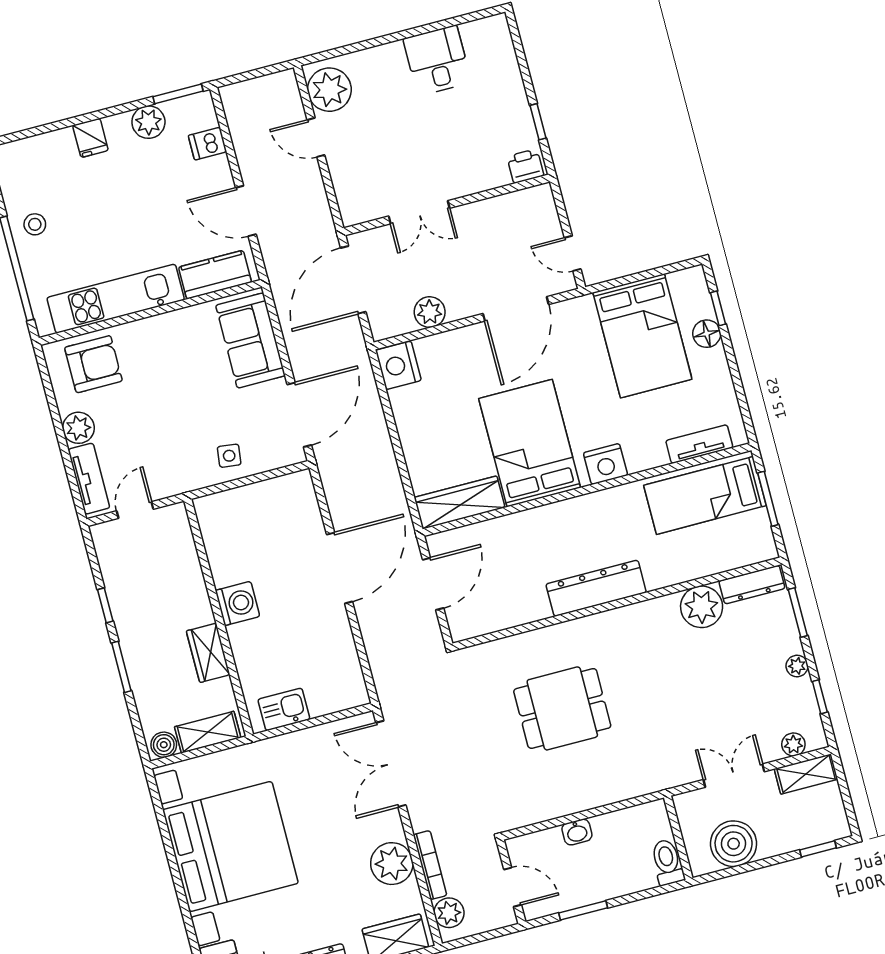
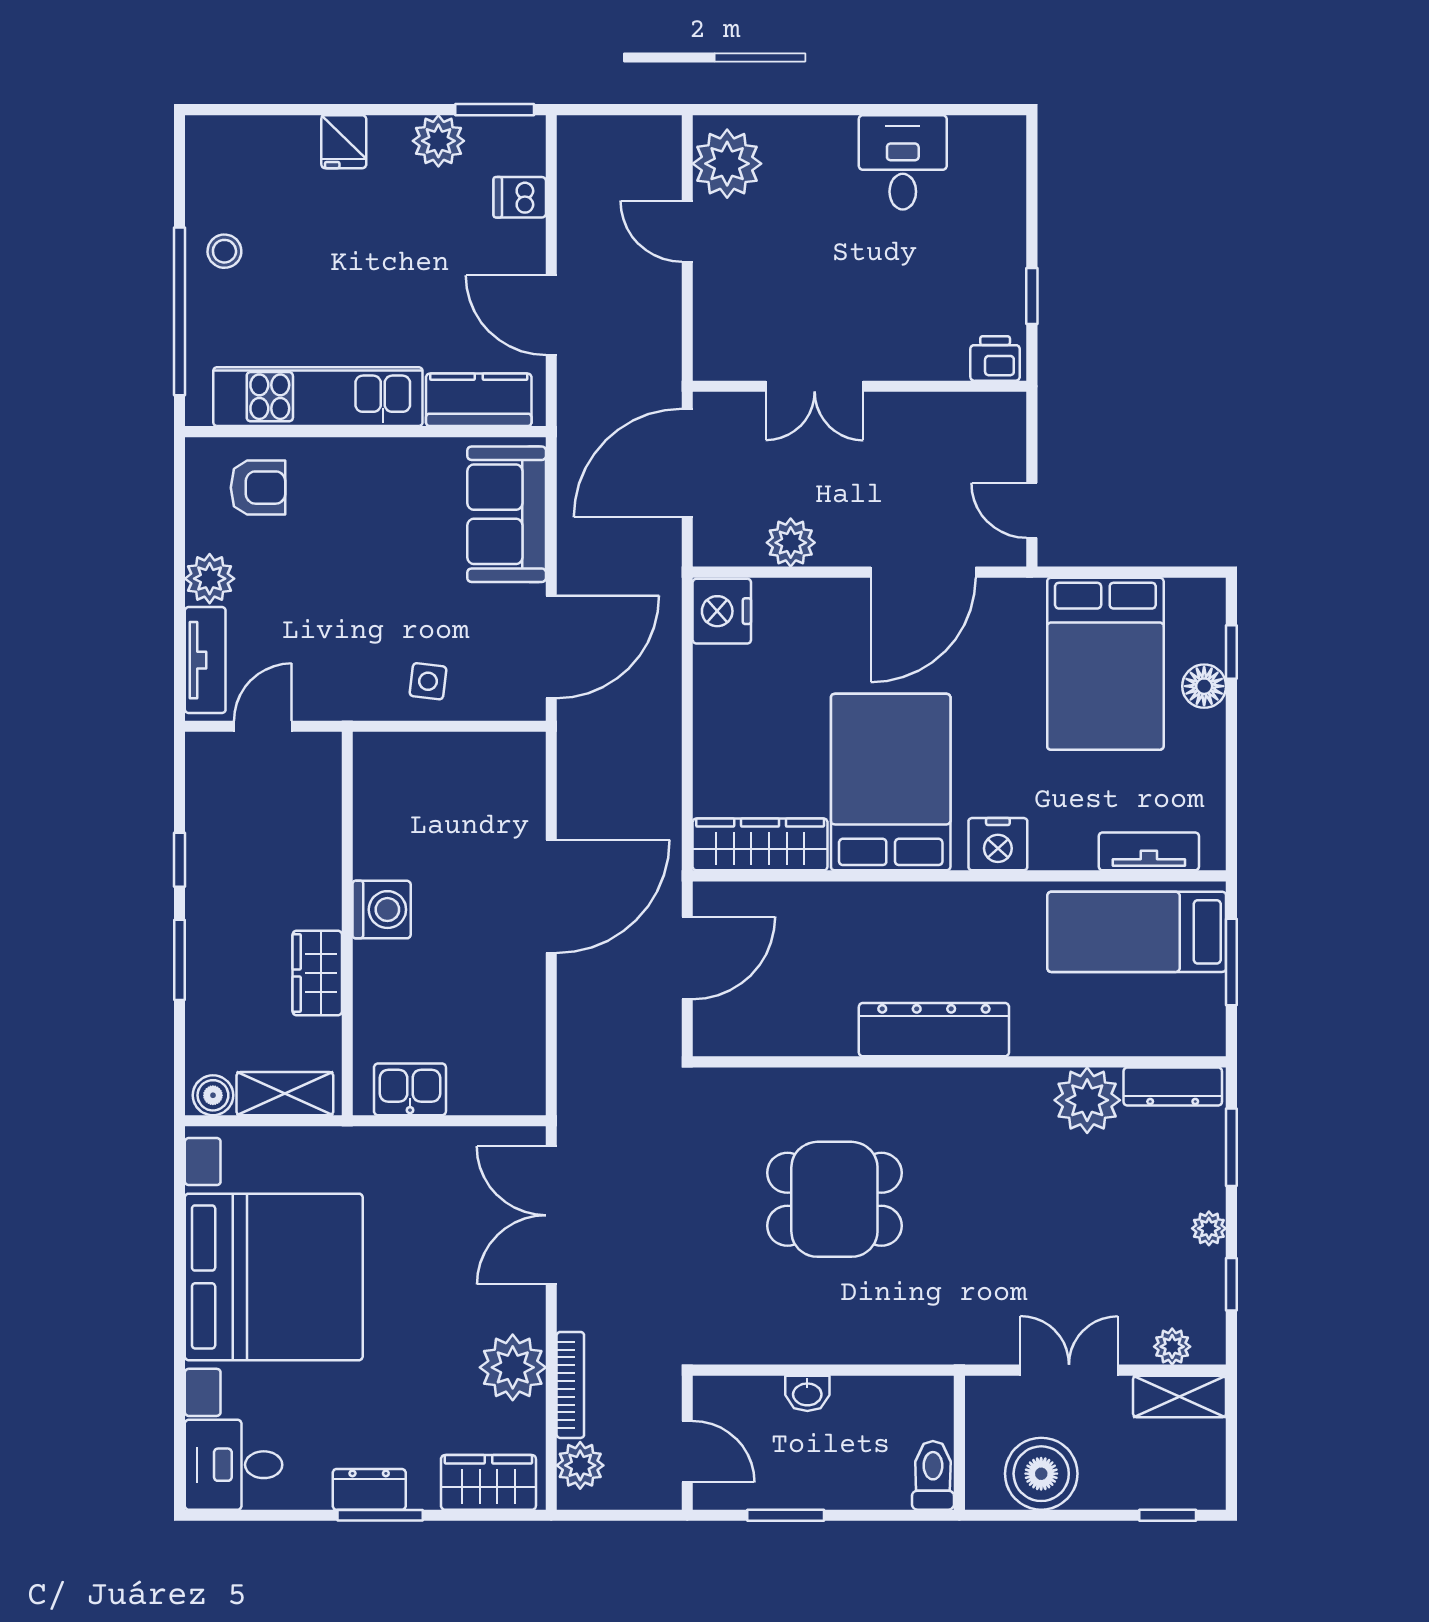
armchair: (93, 364) -> (258, 488), width x0.72, depth x0.72

